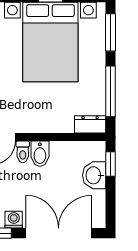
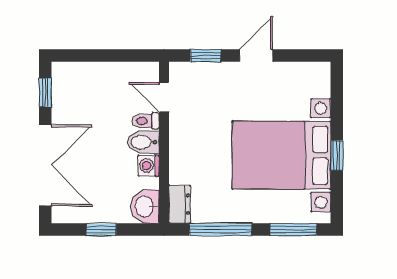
window: (110, 164) -> (101, 229), moved
washbasin: (94, 175) -> (145, 207), moved, turned -90
washing machine: (14, 220) -> (149, 166), moved, turned 180

